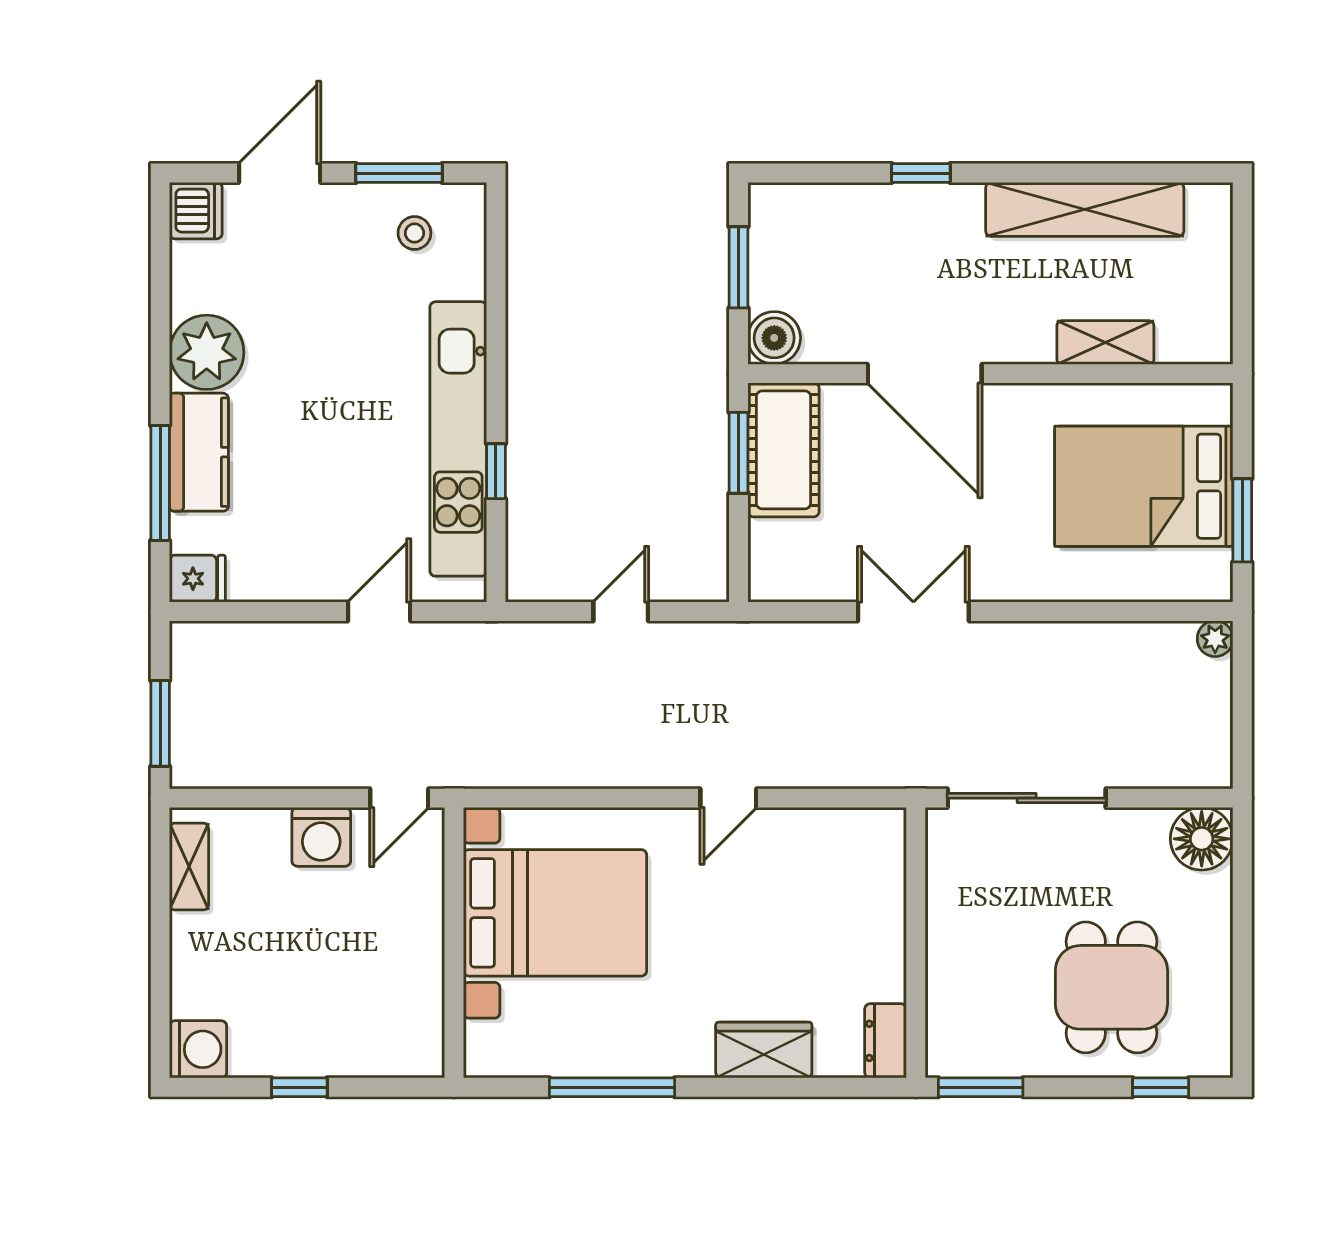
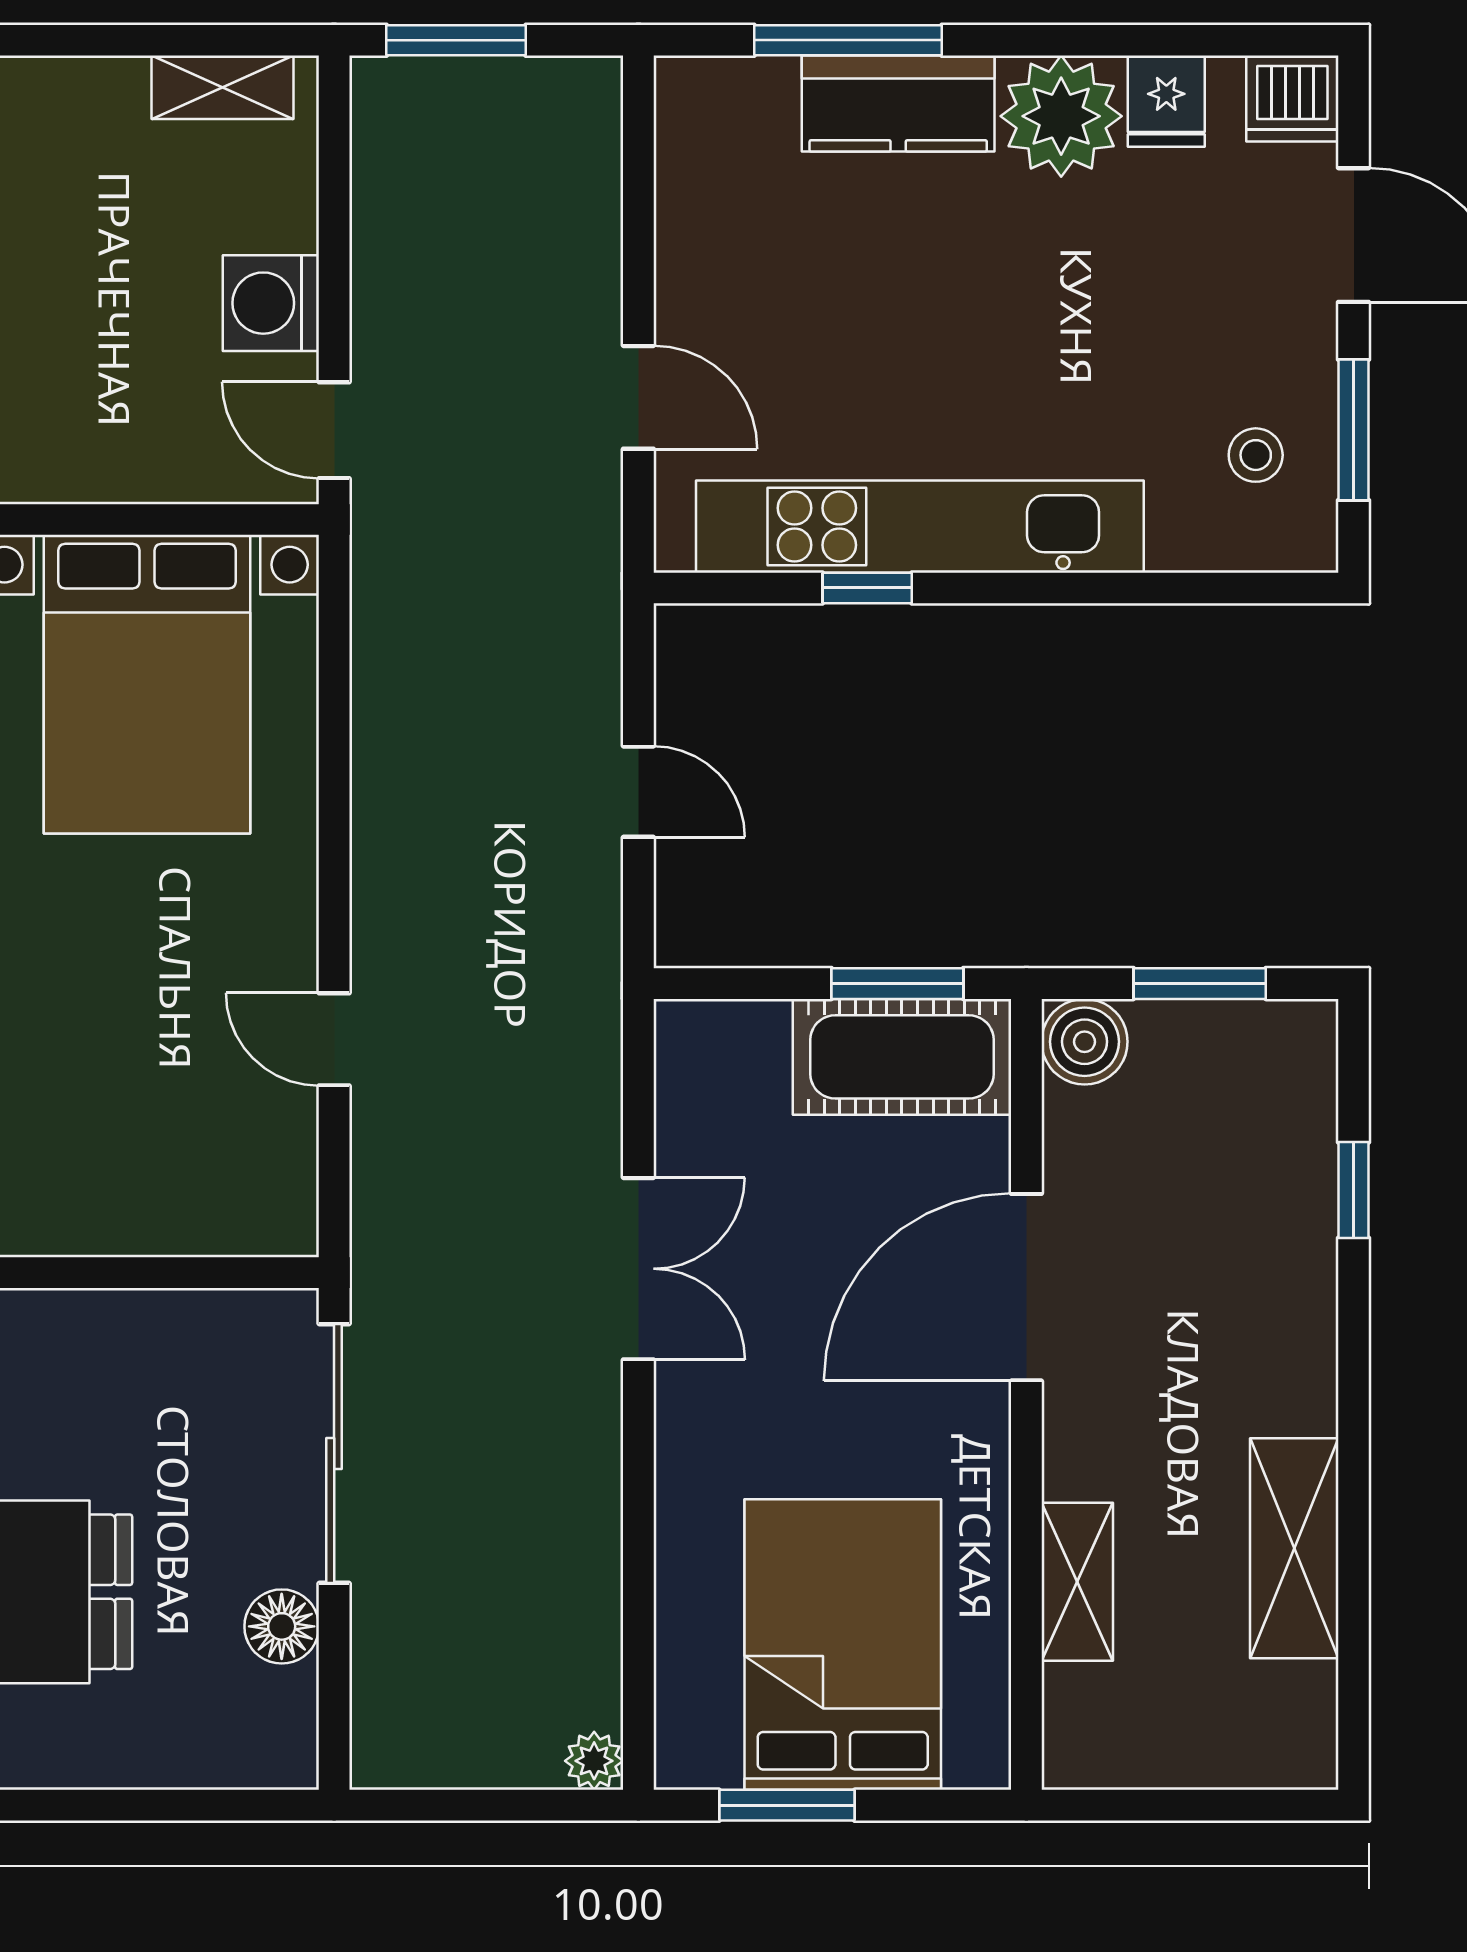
window: (921, 173) -> (1354, 1190), moved
shelving: (1085, 209) -> (1294, 1548), width x0.68
fridge: (197, 579) -> (1166, 101), moved
door: (728, 798) -> (334, 1039), moved
floor lamp: (1202, 839) -> (282, 1626), moved, width x0.73, depth x0.73

